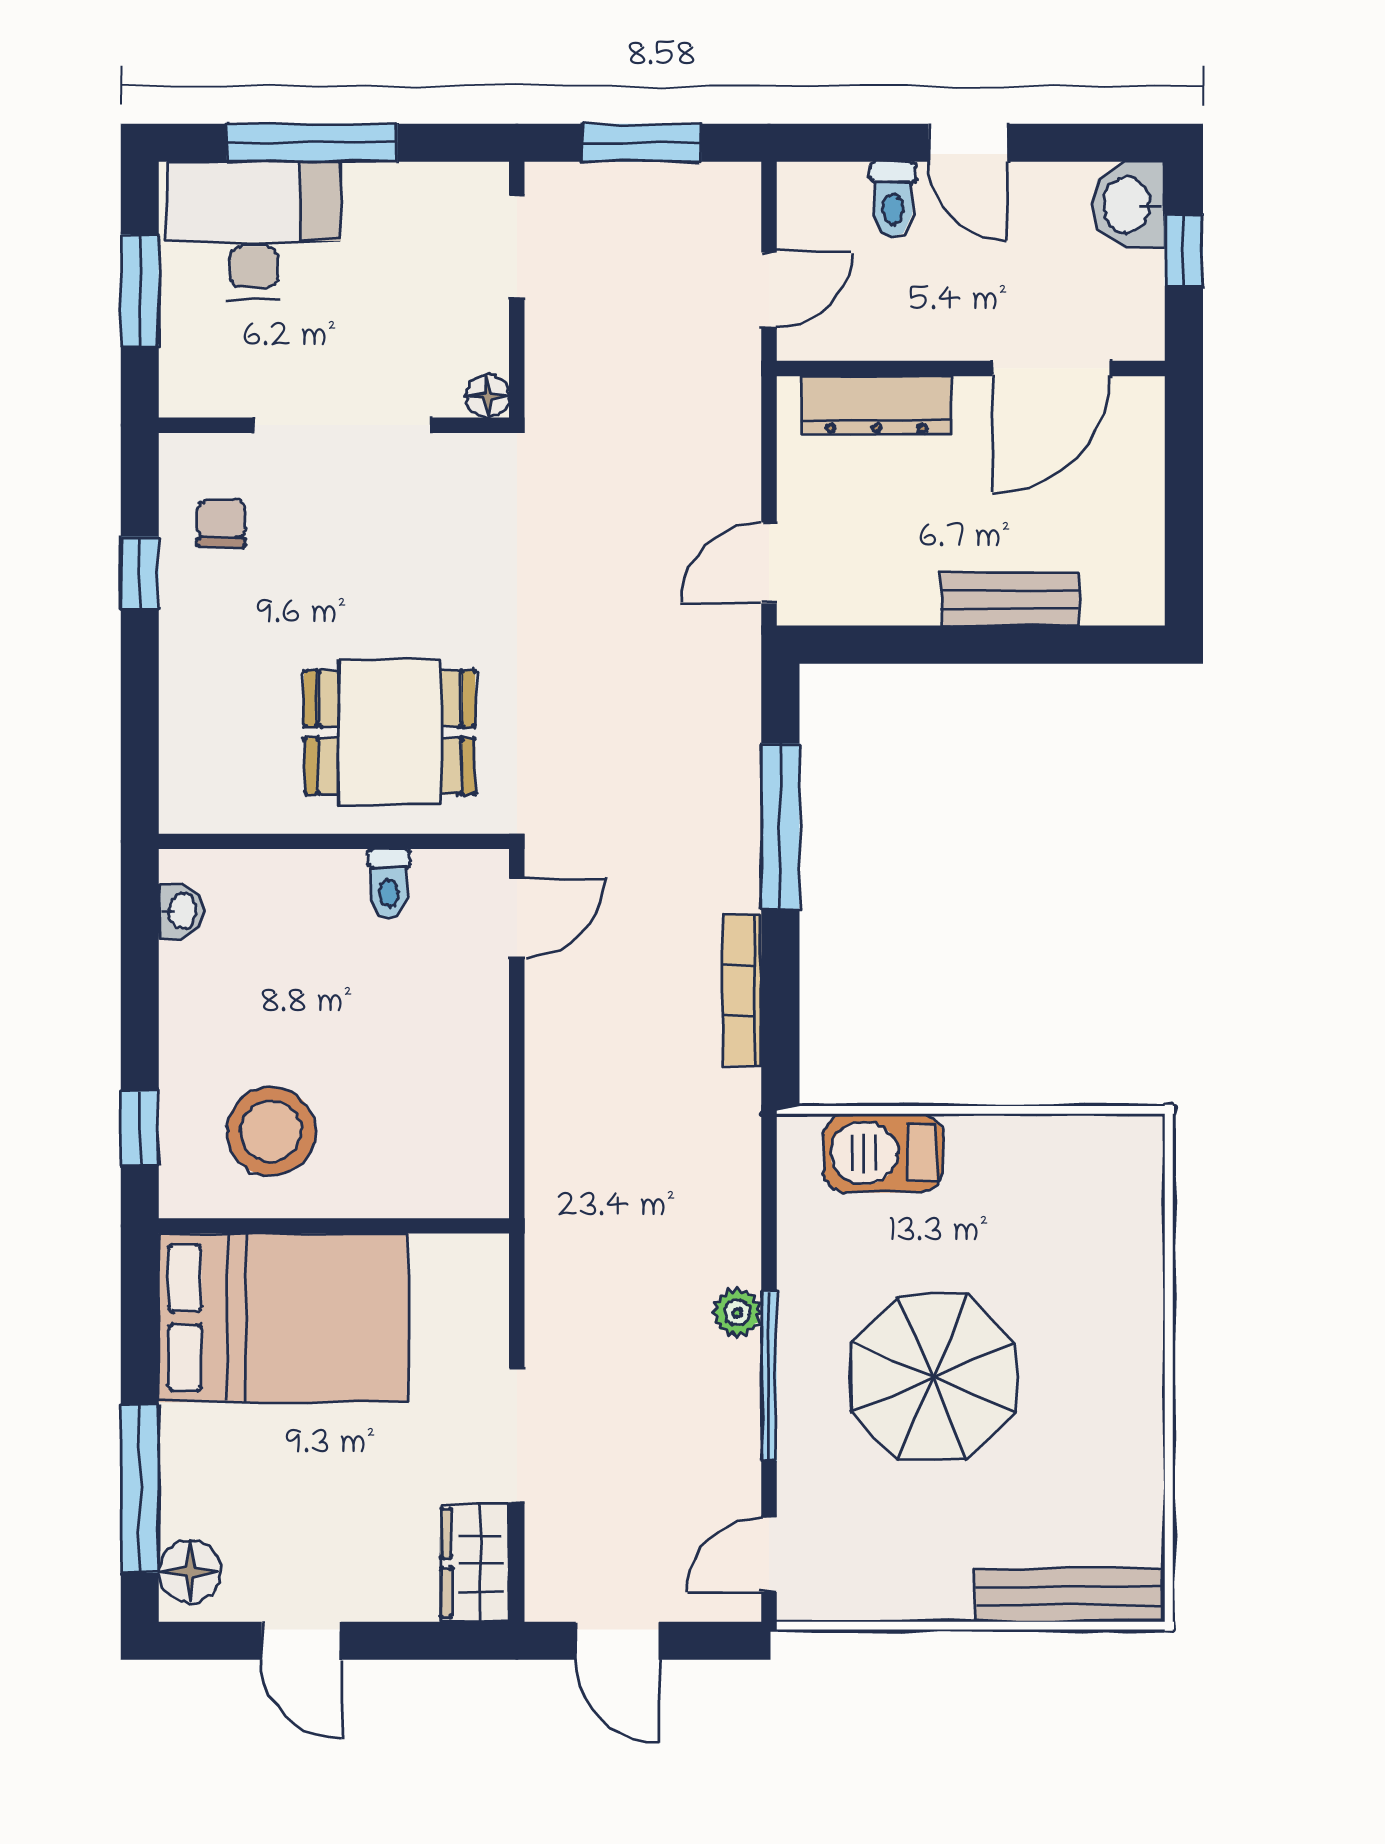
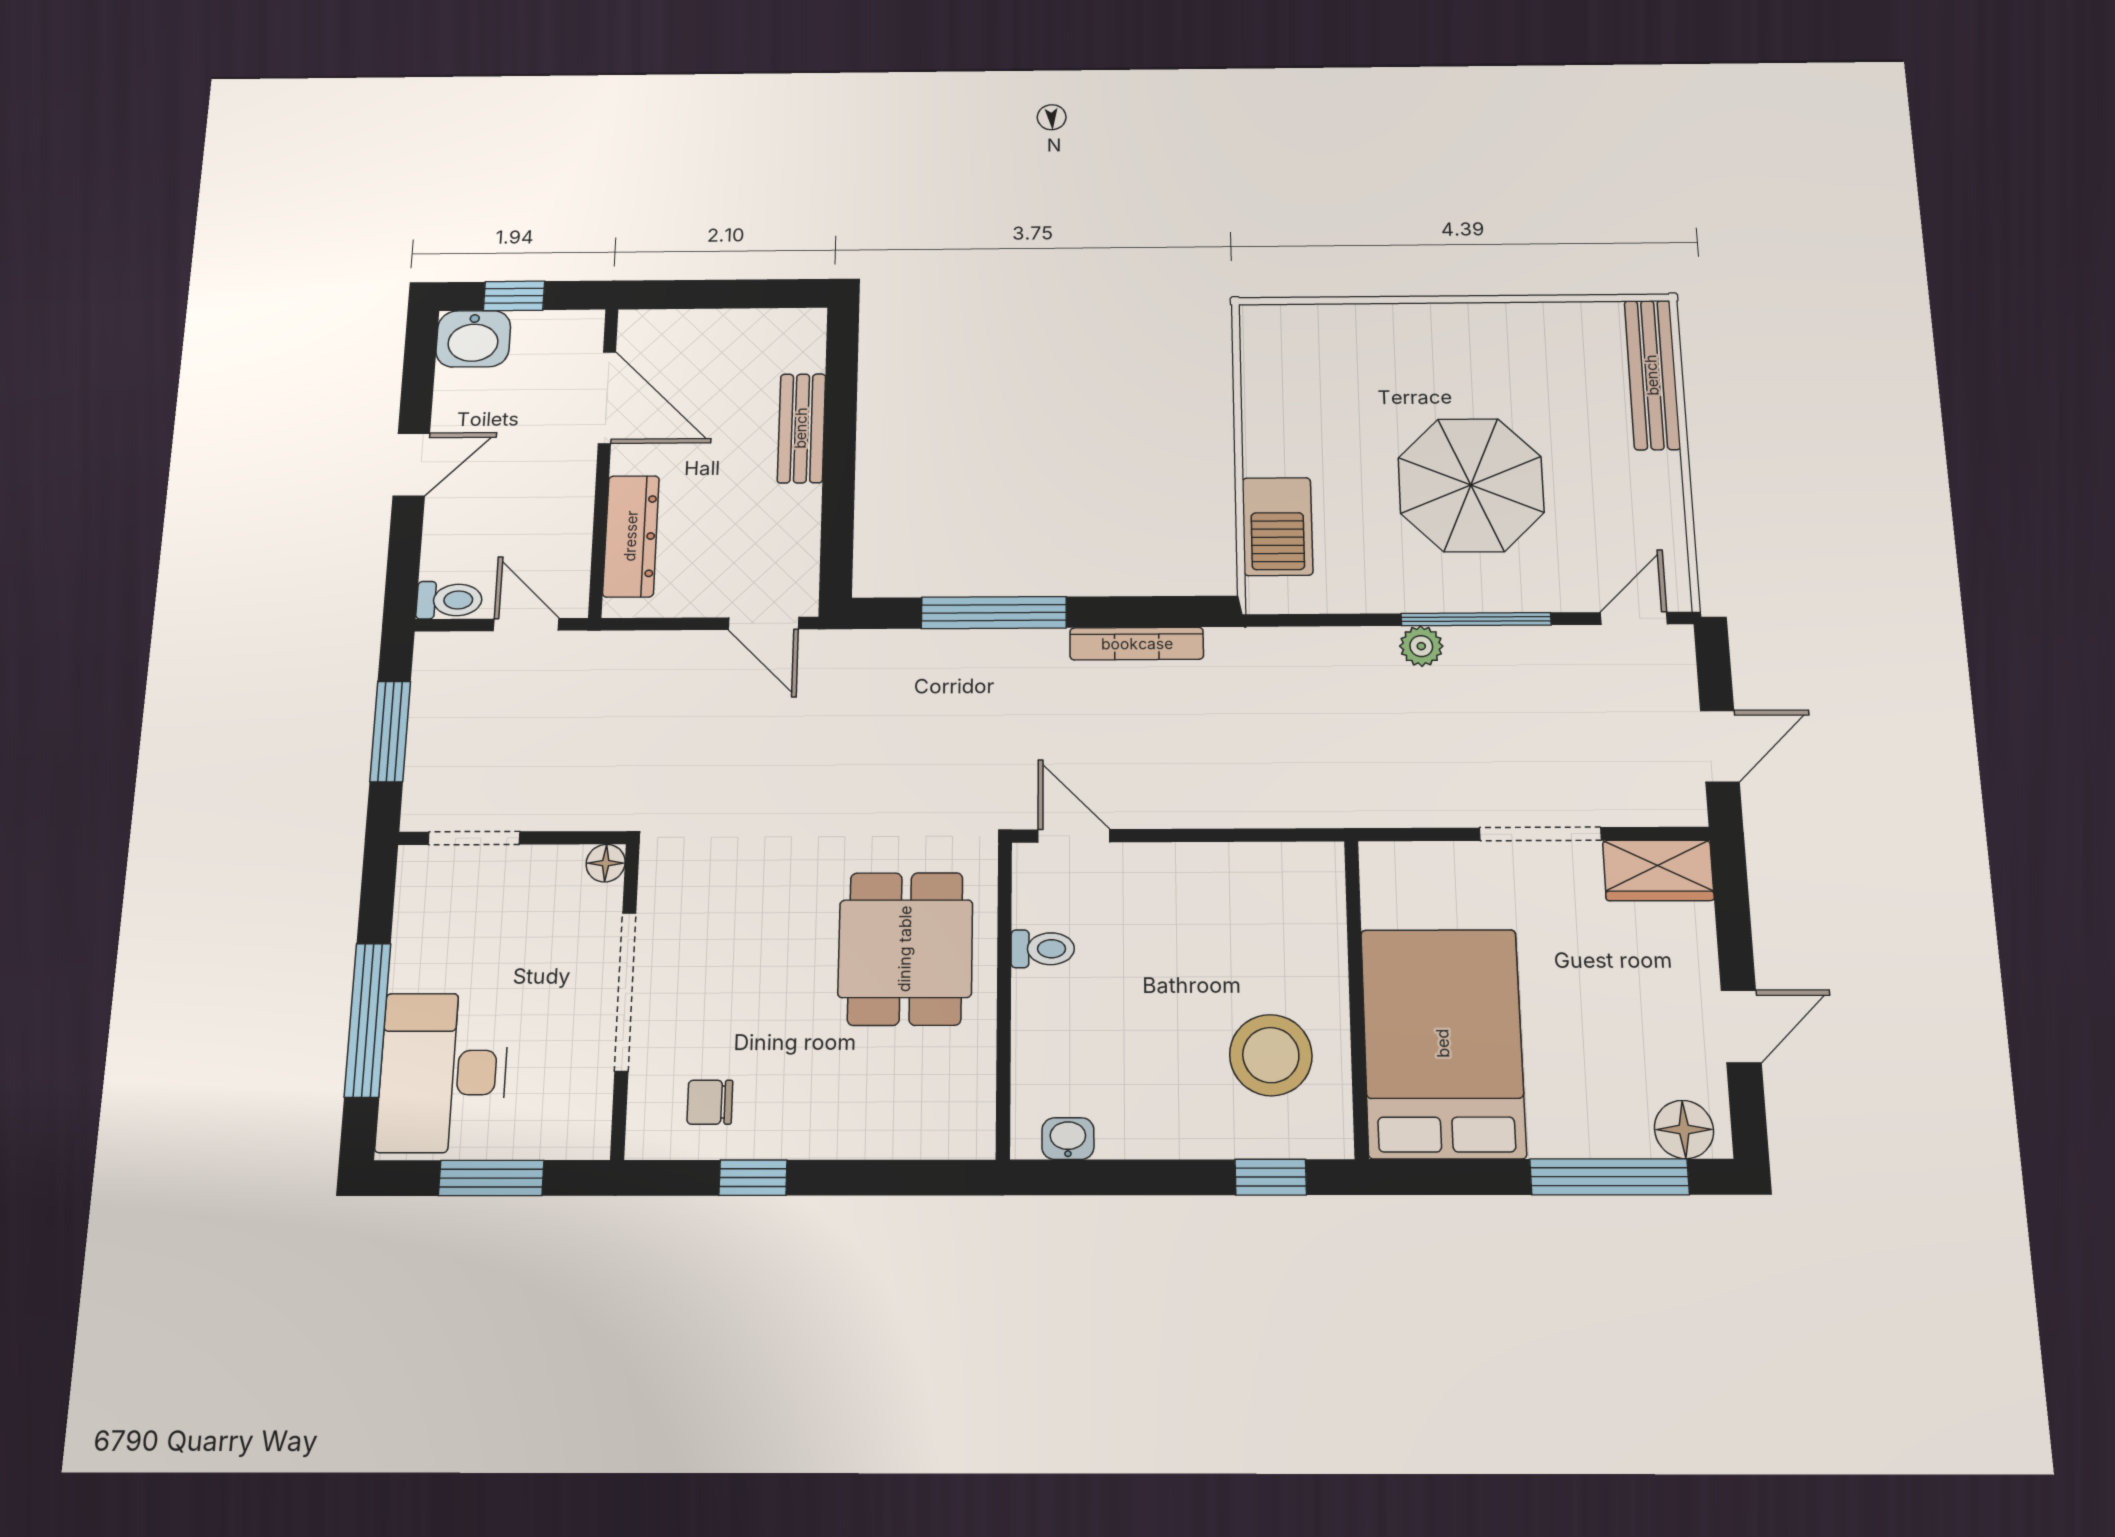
toilet: (893, 199) -> (449, 600), moved
door: (769, 1555) -> (1634, 618), swing flipped

